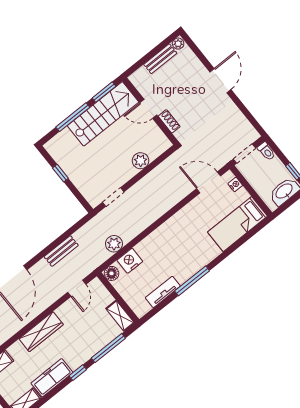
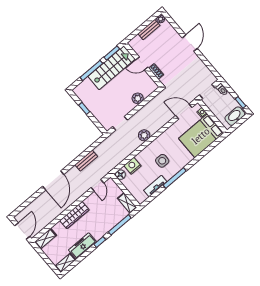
bed: (237, 224) -> (201, 136), width x1.50
plant: (114, 244) -> (144, 135), moved
side table: (174, 255) -> (162, 161), added

